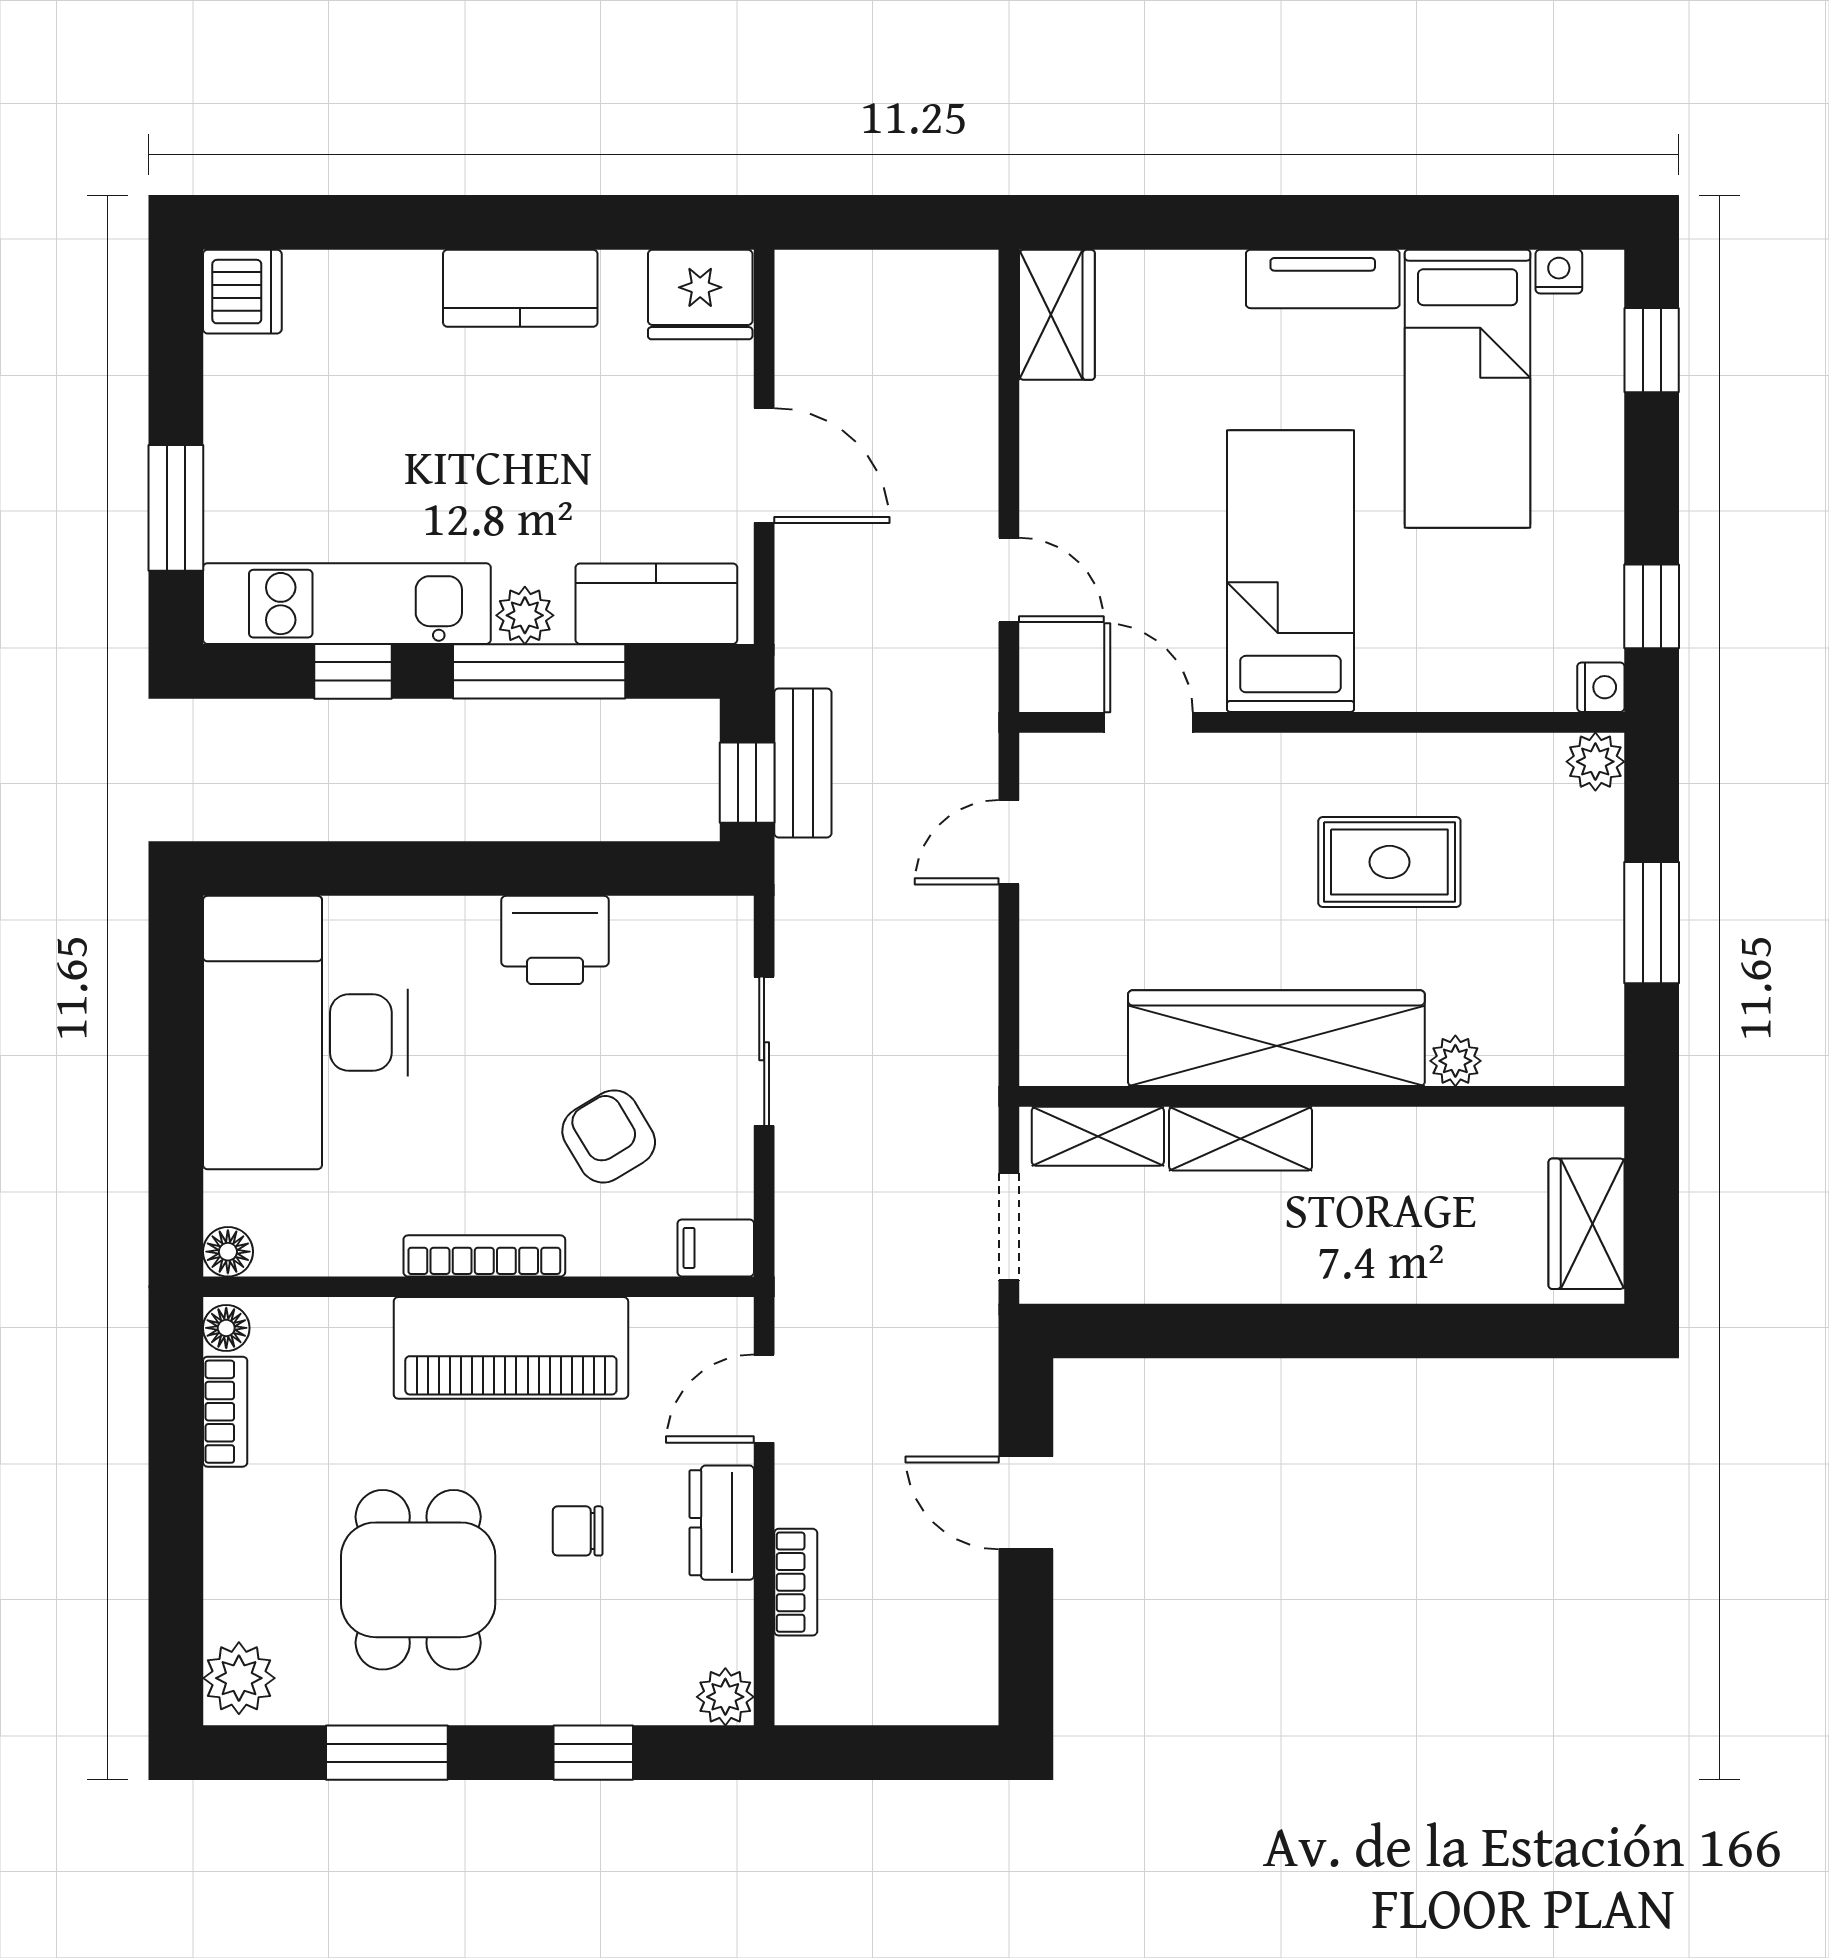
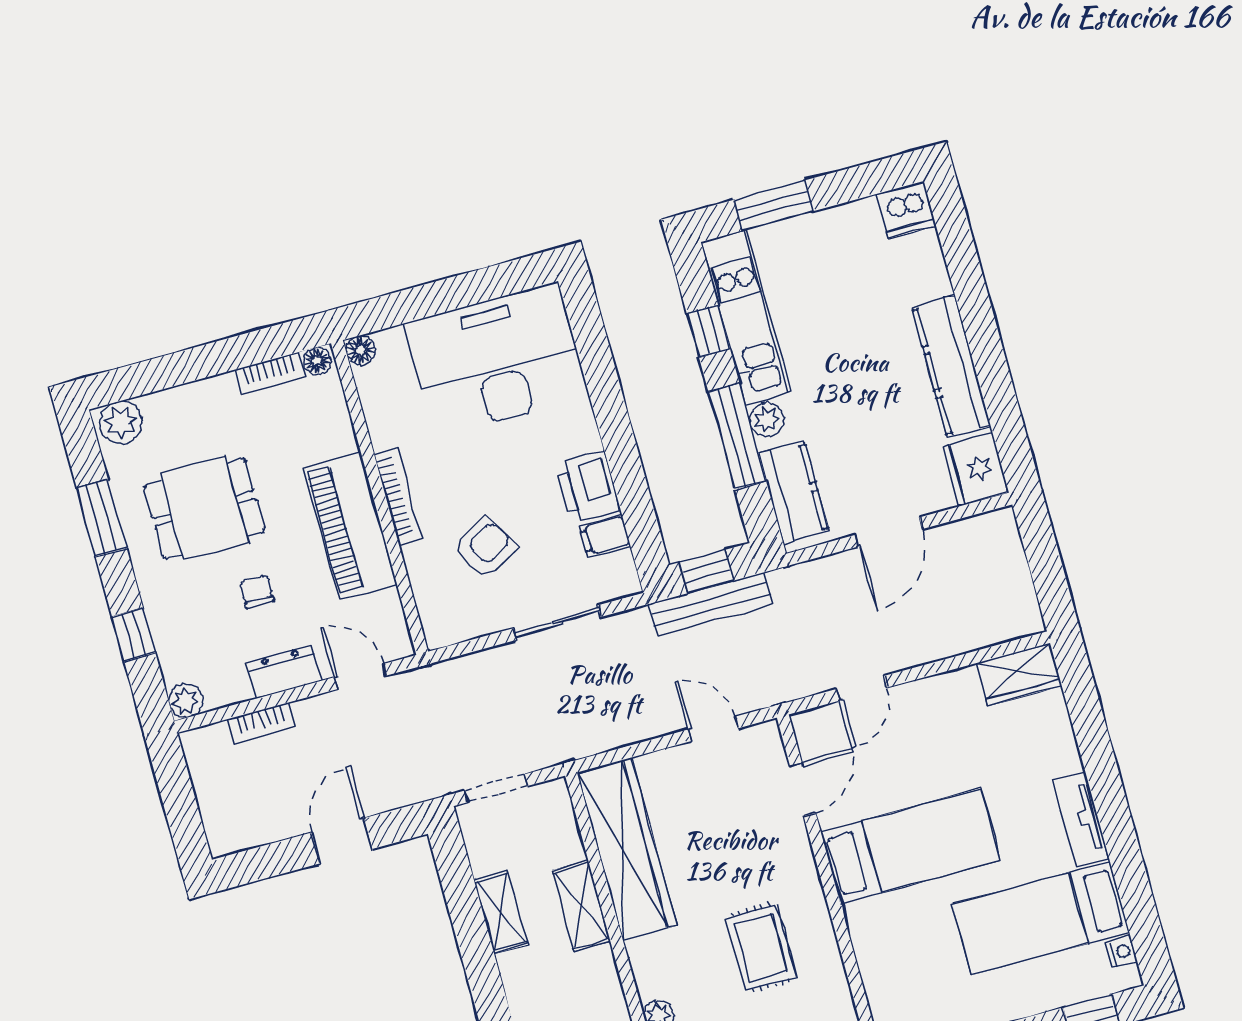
kitchen counter: (520, 288) -> (951, 366), width x1.50
bench: (803, 763) -> (711, 604), width x1.36
wardrobe: (1276, 1038) -> (627, 849), moved
shelving: (1098, 1136) -> (501, 912), moved
filing cabinet: (716, 1248) -> (605, 536), moved, turned -90

